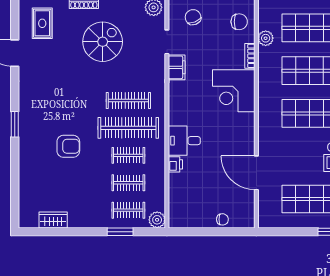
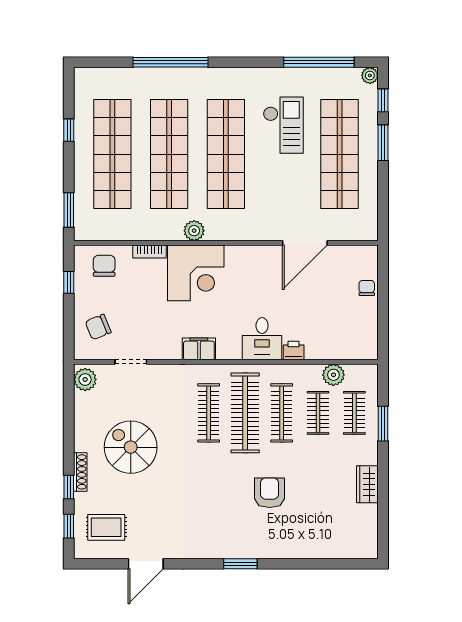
plant: (266, 38) -> (194, 231), moved
filing cabinet: (177, 67) -> (199, 349), moved
clothes rail: (128, 155) -> (282, 413), width x1.36
wardrobe: (53, 220) -> (367, 484), moved
plant: (157, 220) -> (333, 375), moved

